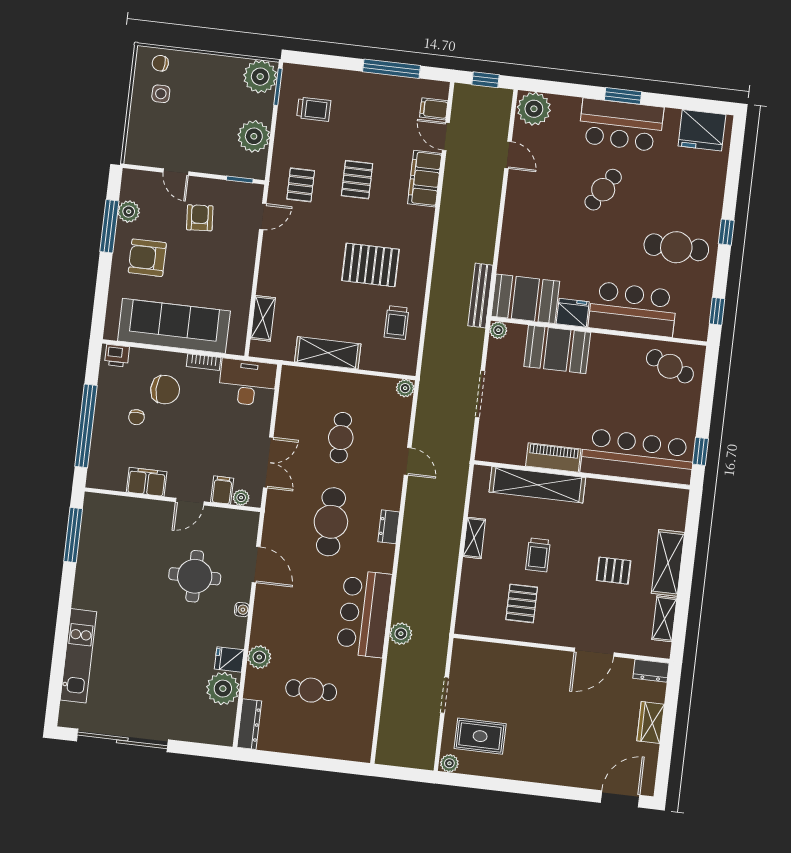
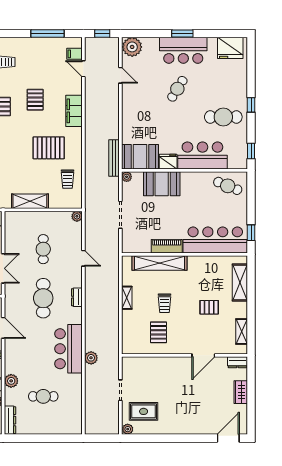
filing cabinet: (425, 179) -> (74, 111), moved
shelving: (668, 563) -> (240, 282), moved

